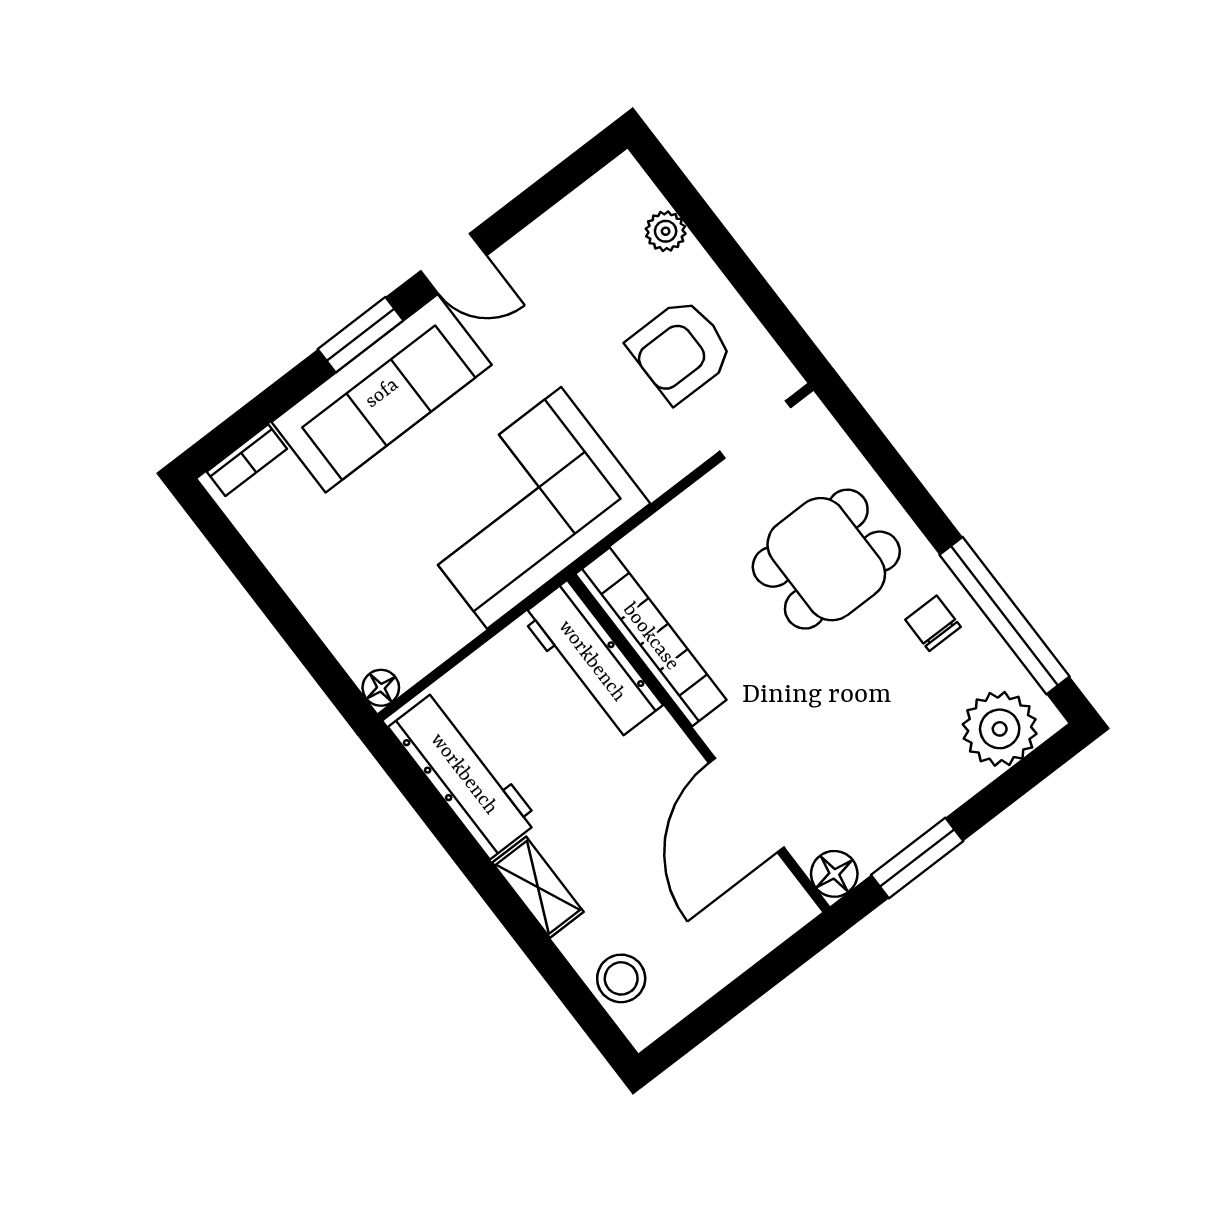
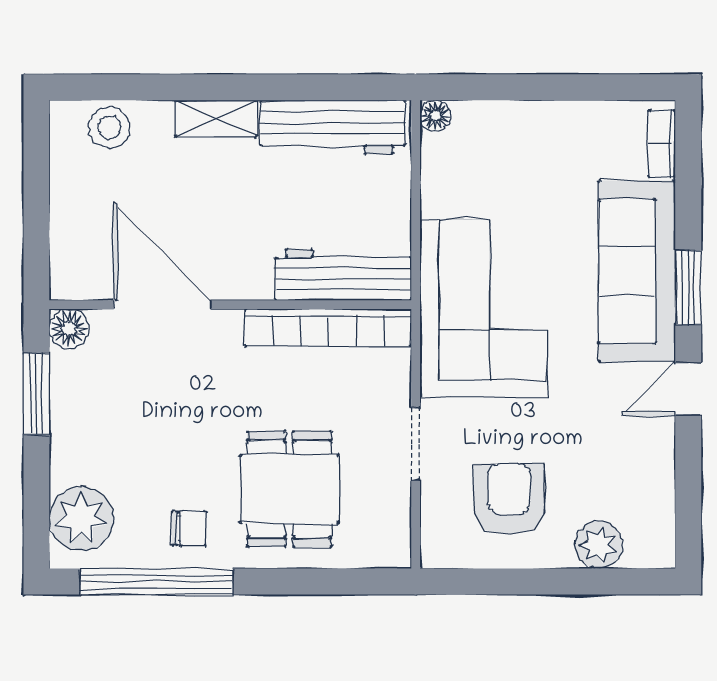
plant: (666, 231) -> (599, 545), width x1.38, depth x1.38
doorway: (755, 429) -> (416, 444), moved

